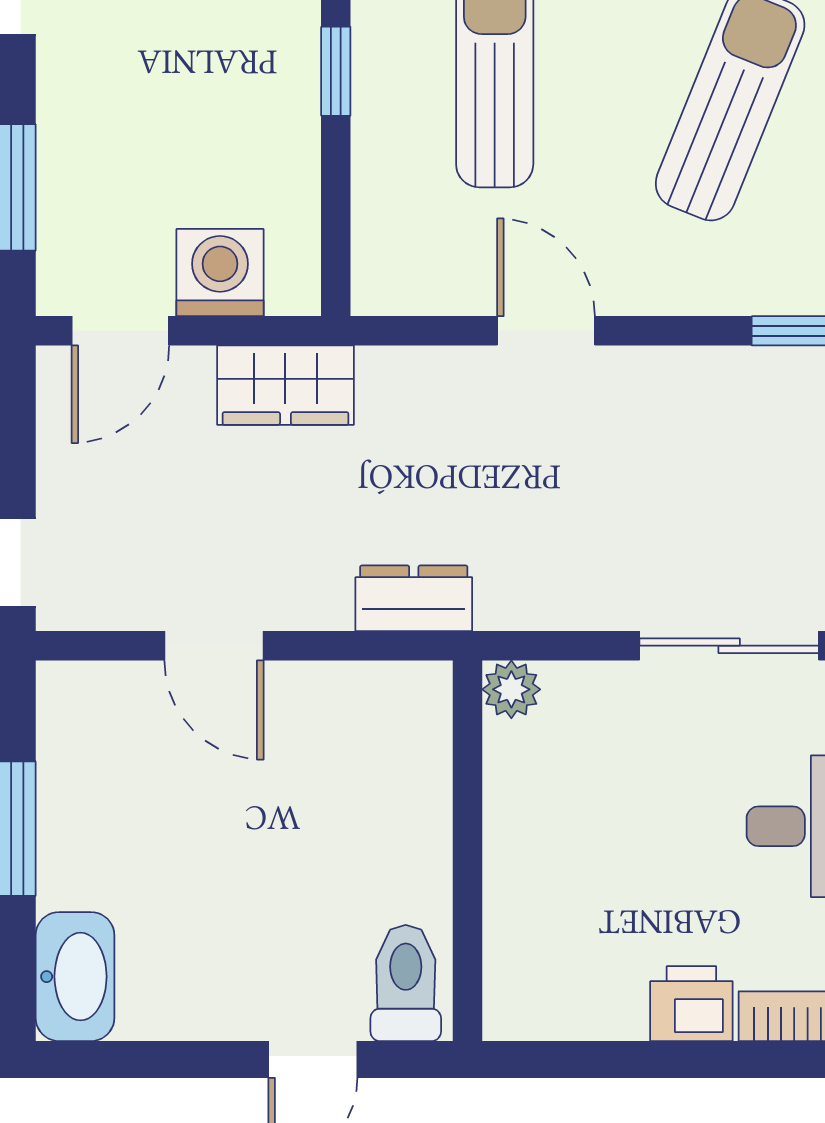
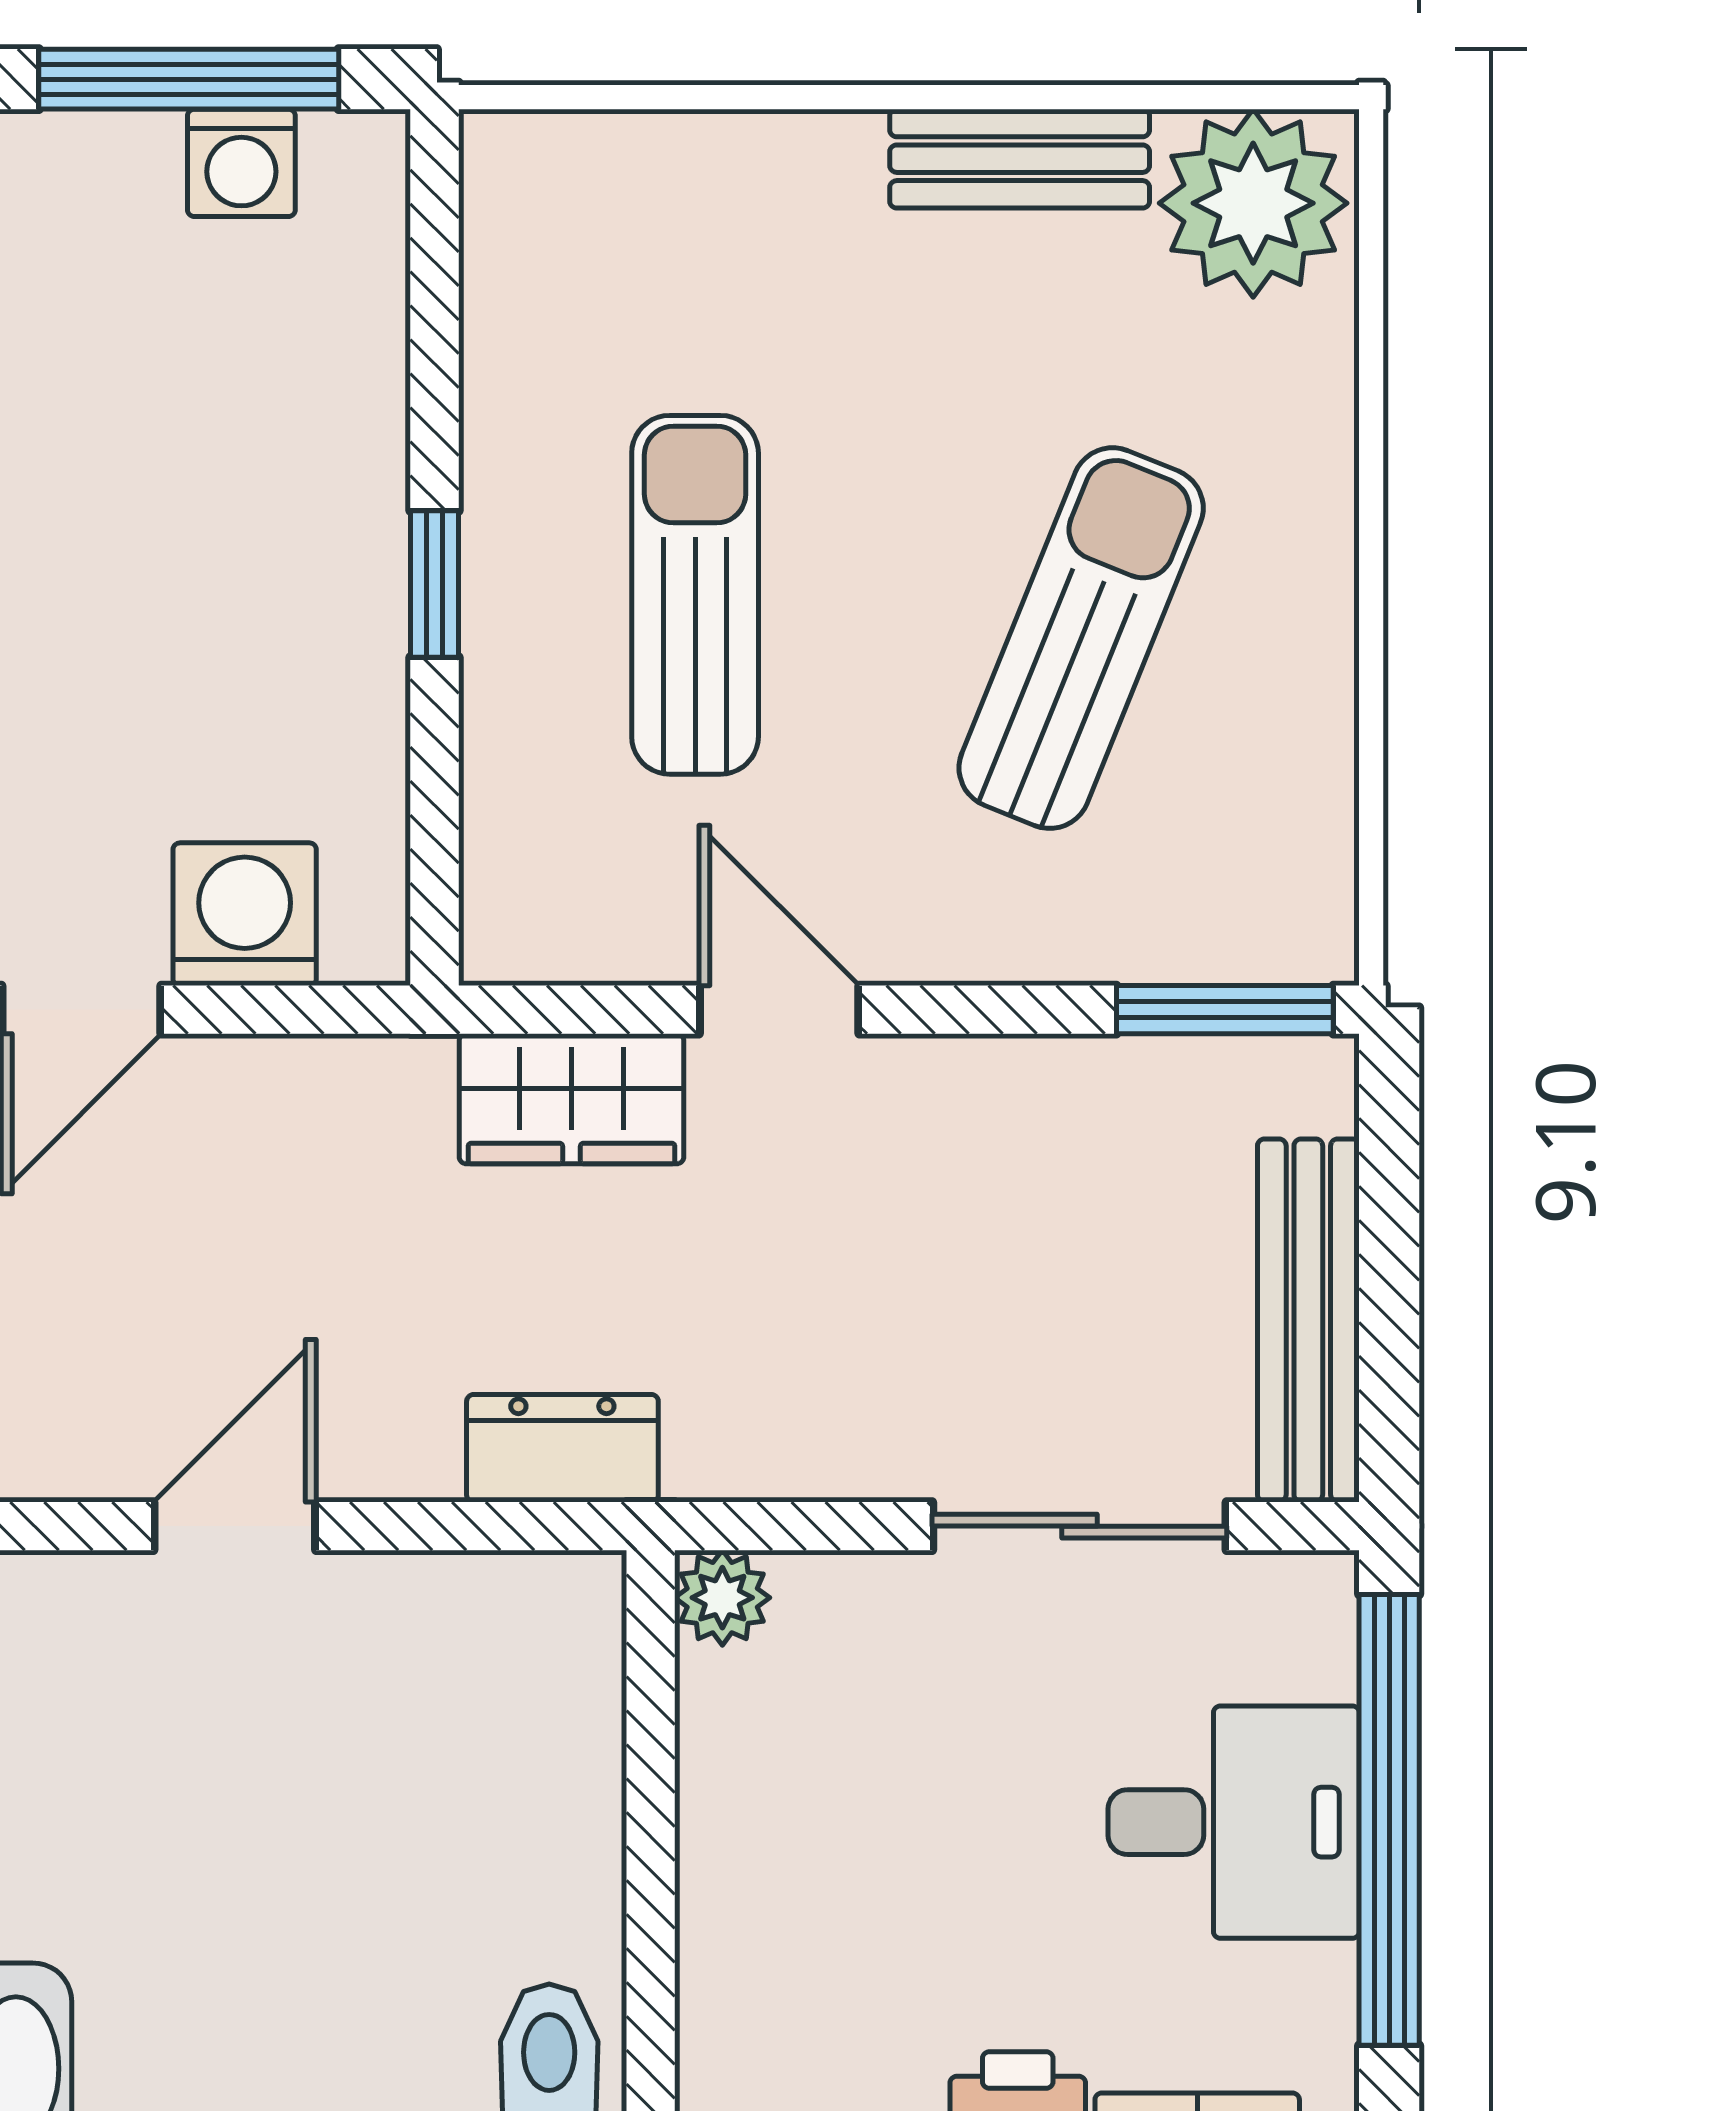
wardrobe: (285, 385) -> (571, 1099), moved
door: (214, 646) -> (235, 1526), swing flipped

